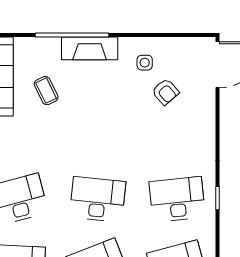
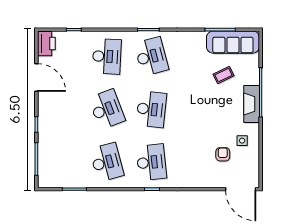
armchair: (165, 92) -> (223, 154), turned 131

